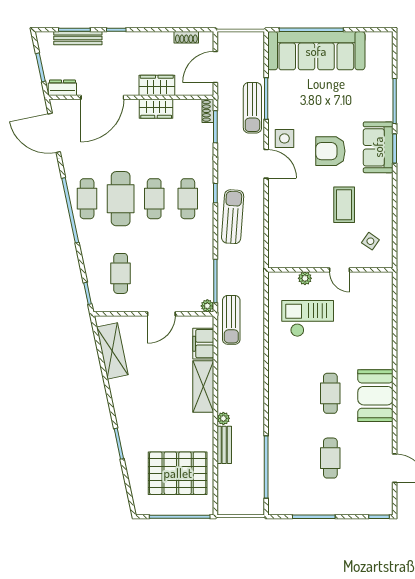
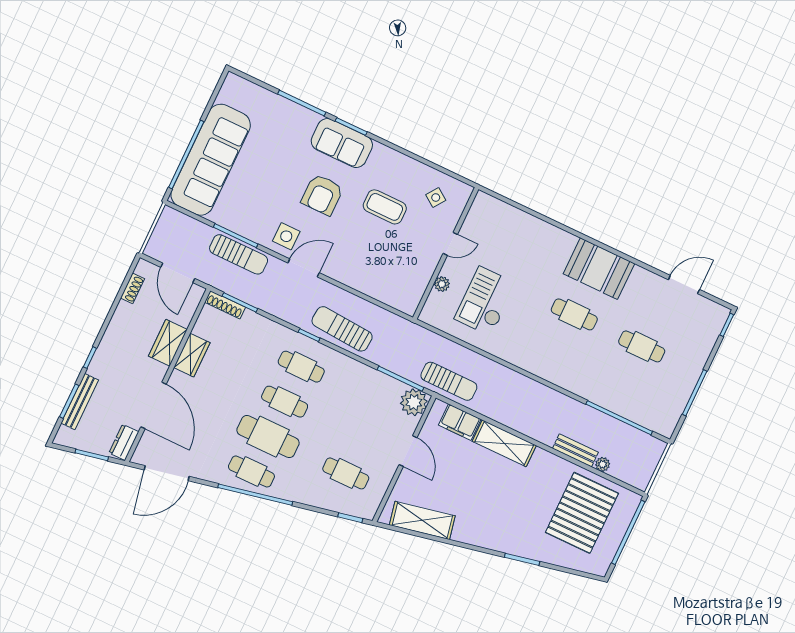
shoe rack: (208, 111) -> (225, 305), width x1.43
plant: (207, 306) -> (414, 402), width x1.88, depth x1.88
plant: (223, 418) -> (603, 464), moved

